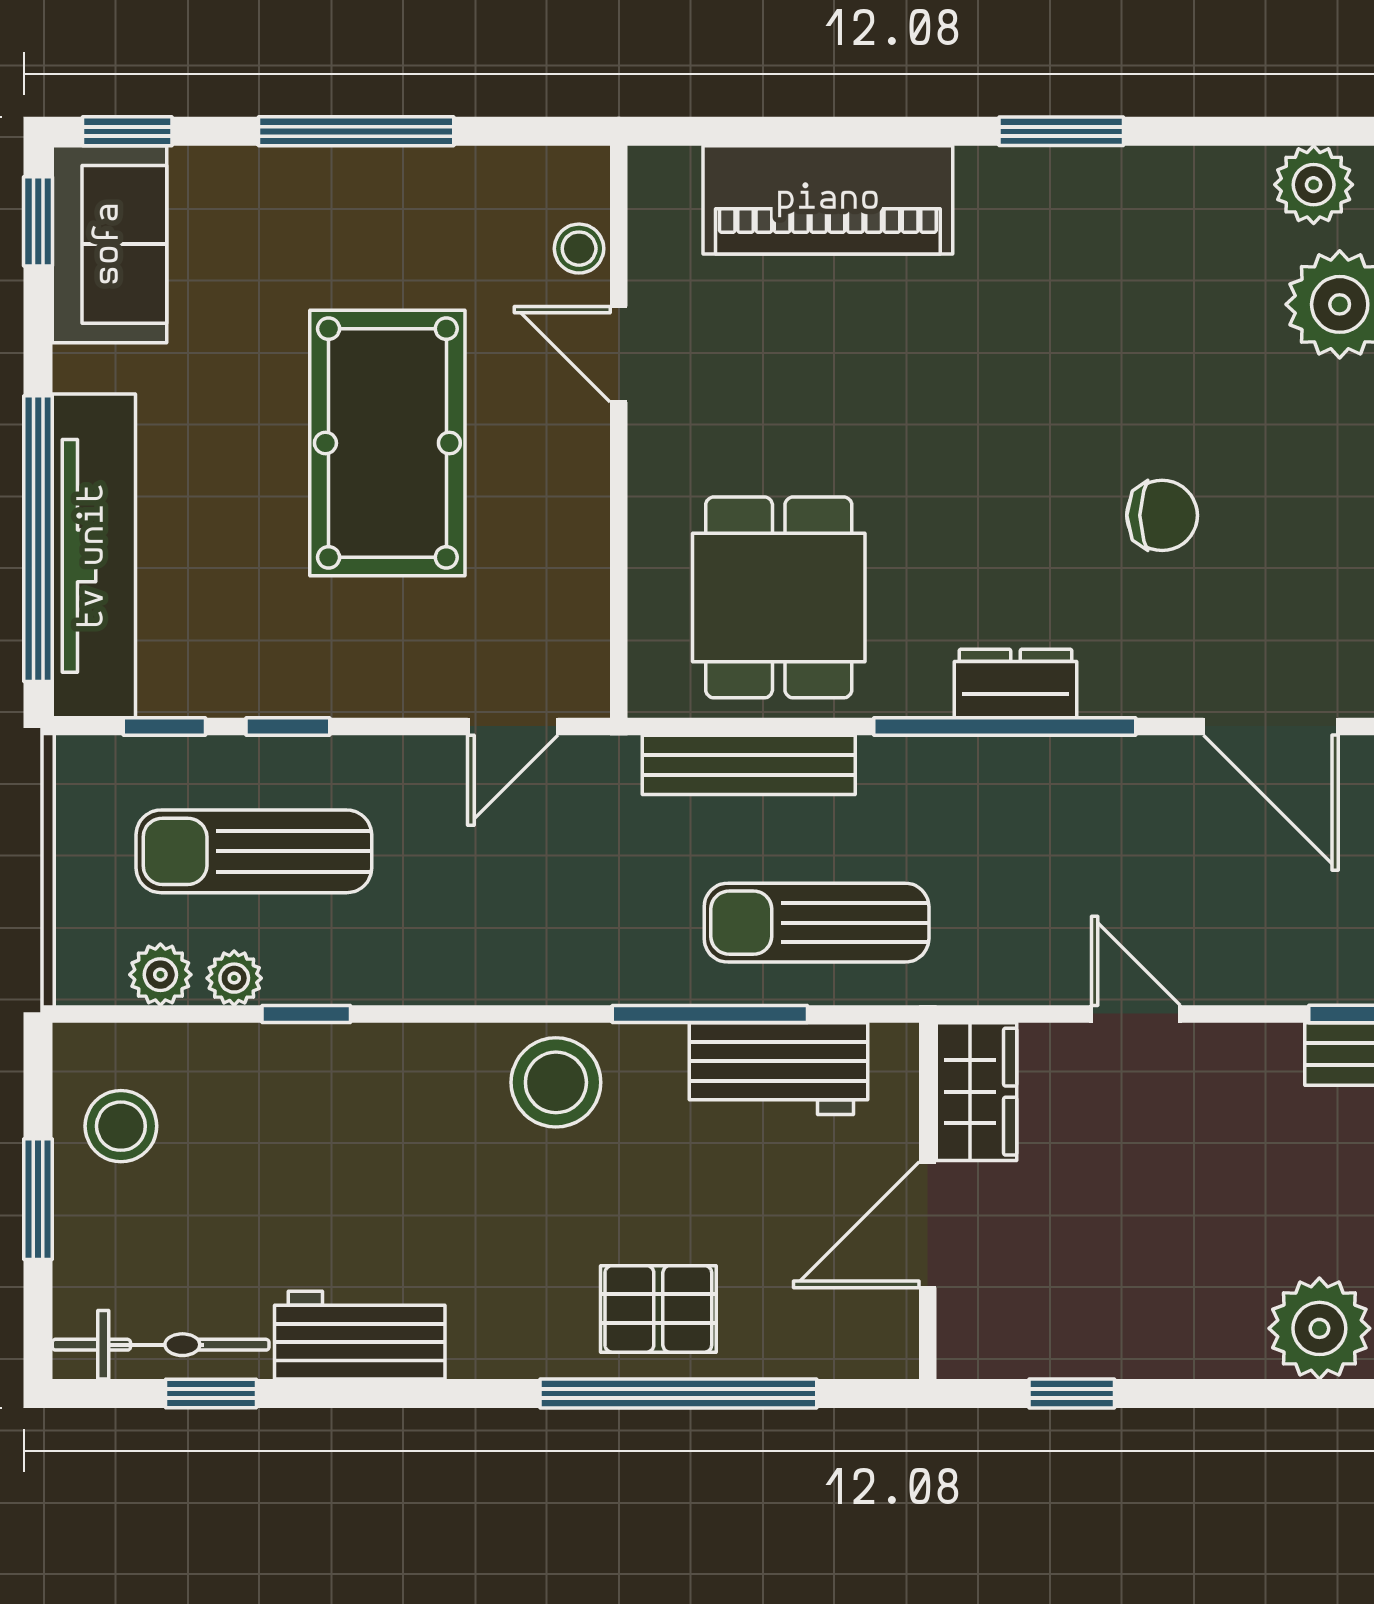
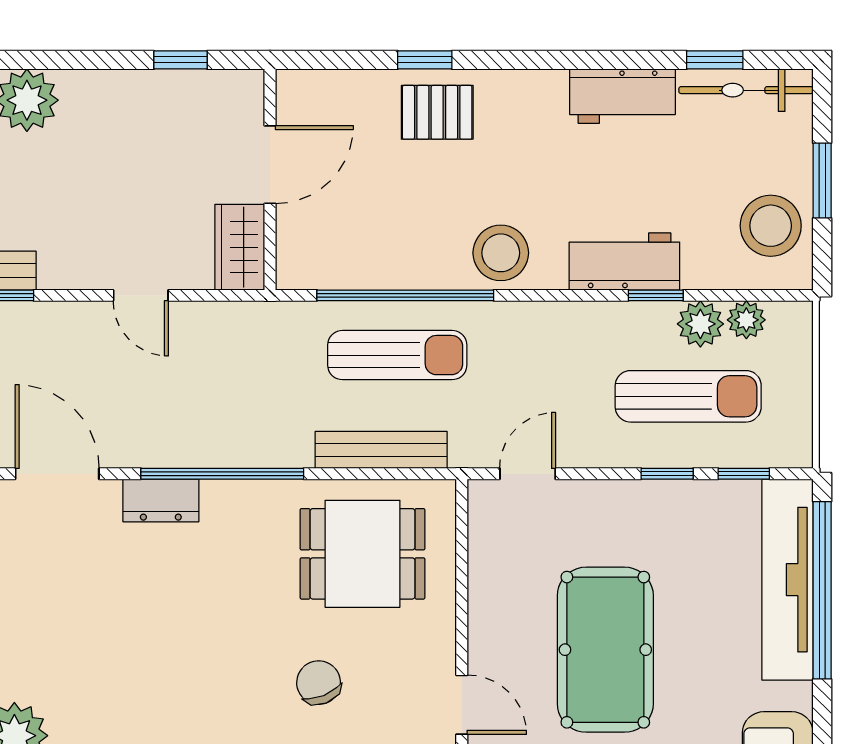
chair: (1162, 515) -> (319, 683), moved, turned 68
dining table: (779, 597) -> (362, 554), turned 90
dresser: (1015, 683) -> (161, 500), moved
sun lounger: (817, 923) -> (397, 355), moved
plant: (234, 978) -> (700, 324), width x1.38, depth x1.38
window: (710, 1014) -> (405, 295), width x1.46
workbench: (779, 1069) -> (624, 261), moved
stool: (121, 1126) -> (771, 226), width x1.38, depth x1.38
window: (678, 1393) -> (425, 60), width x0.32

